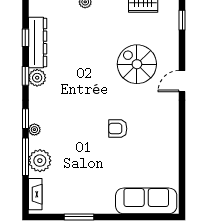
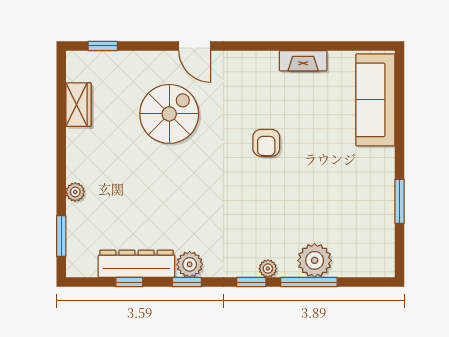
spiral stairs: (137, 64) -> (169, 114), turned 180
fireplace: (35, 194) -> (303, 61), moved, turned 180

